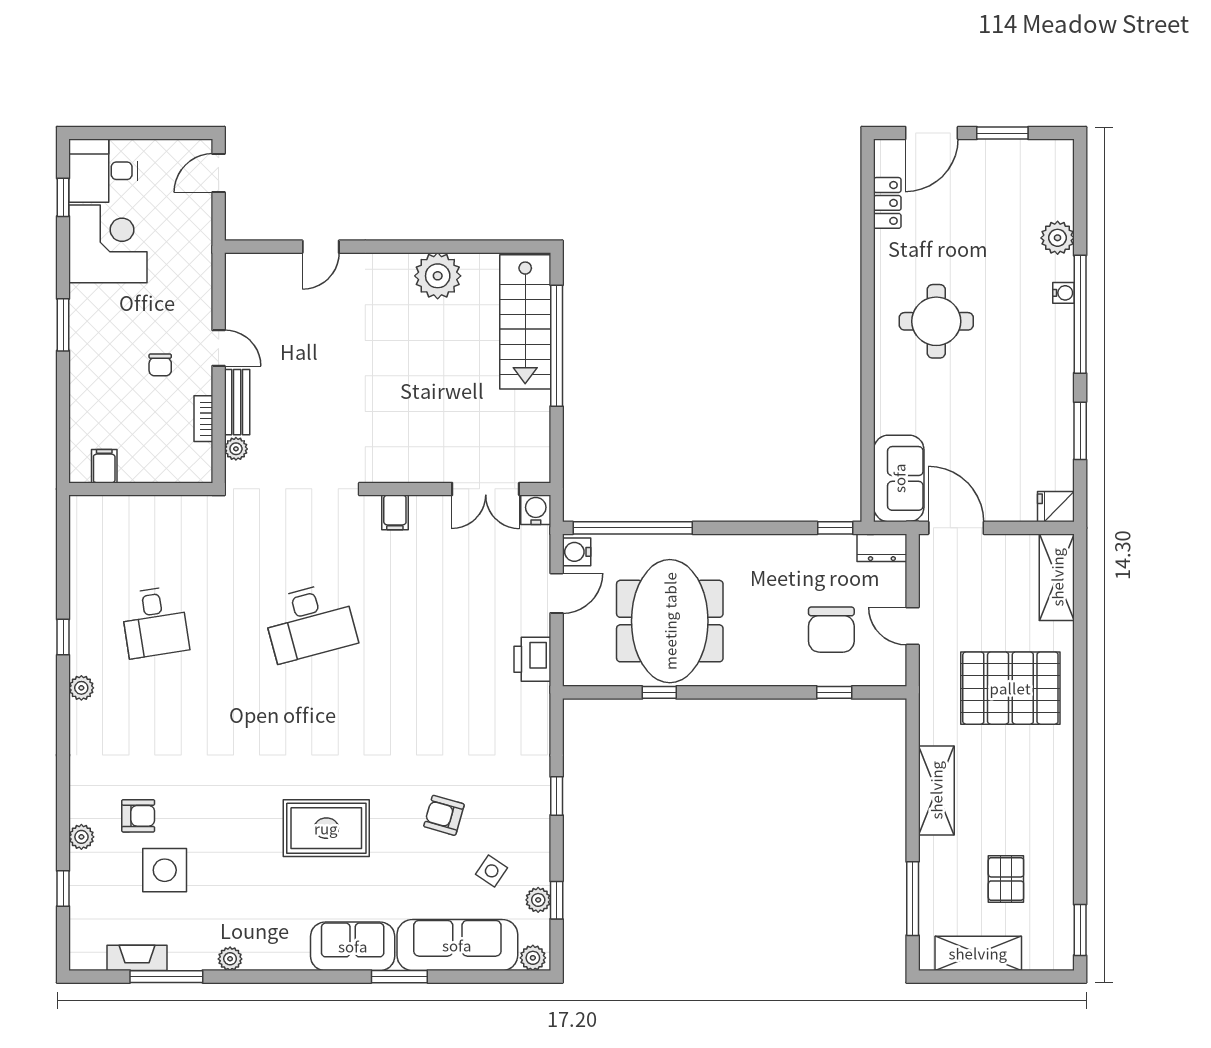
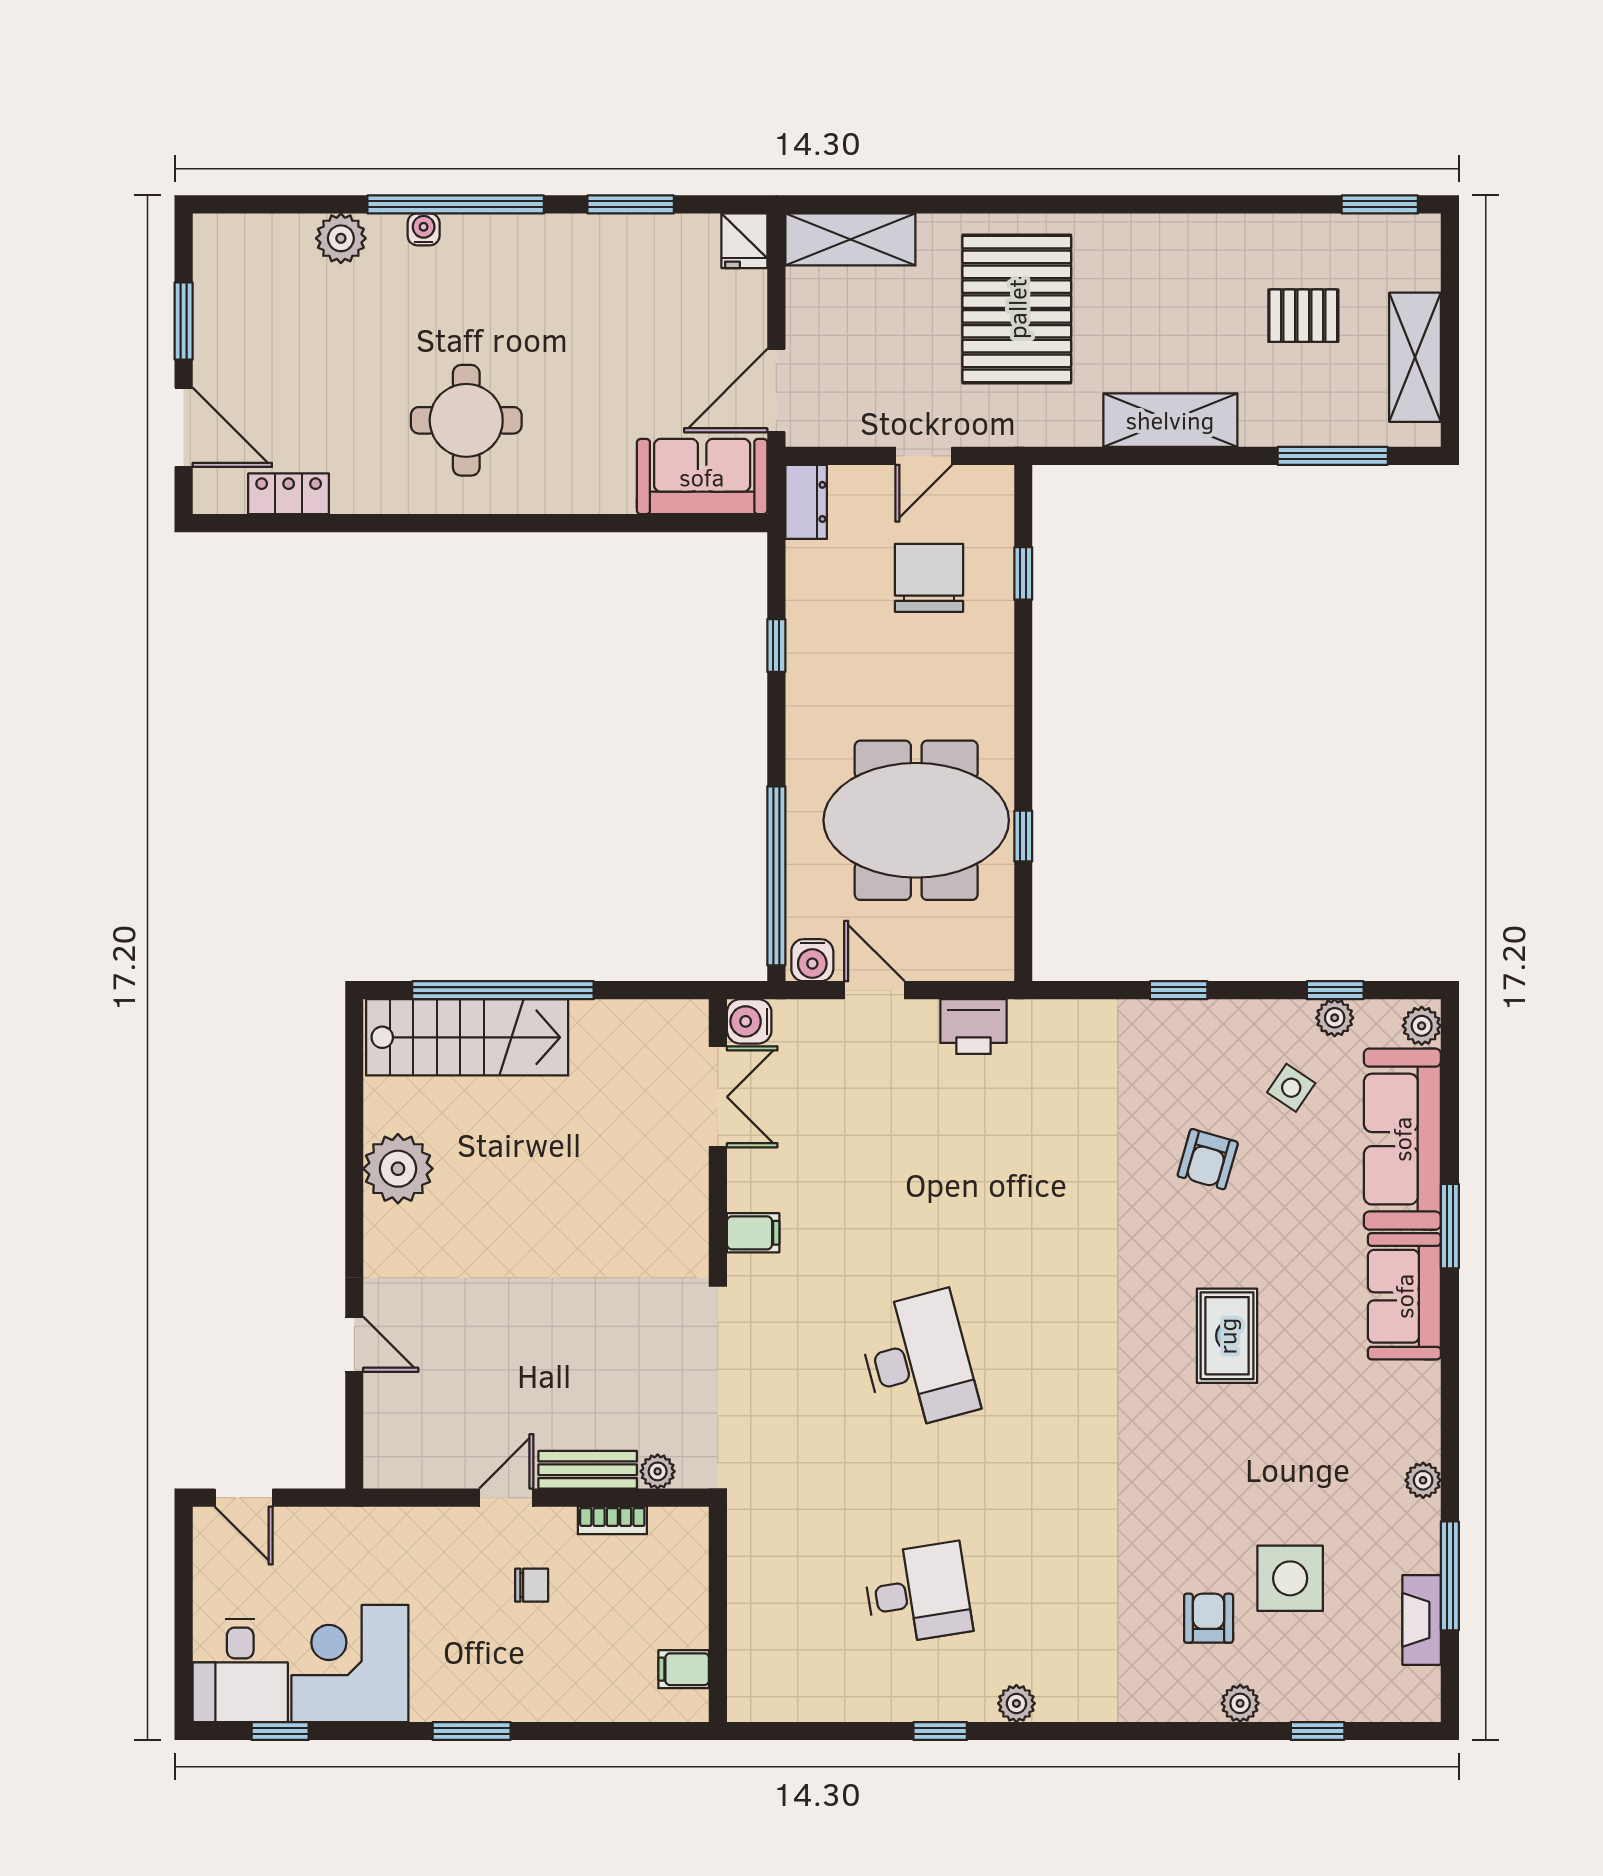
window: (835, 528) -> (776, 646), moved
chair: (831, 630) -> (929, 578), turned -90
rug: (326, 828) -> (1227, 1336), width x0.73, depth x0.70

